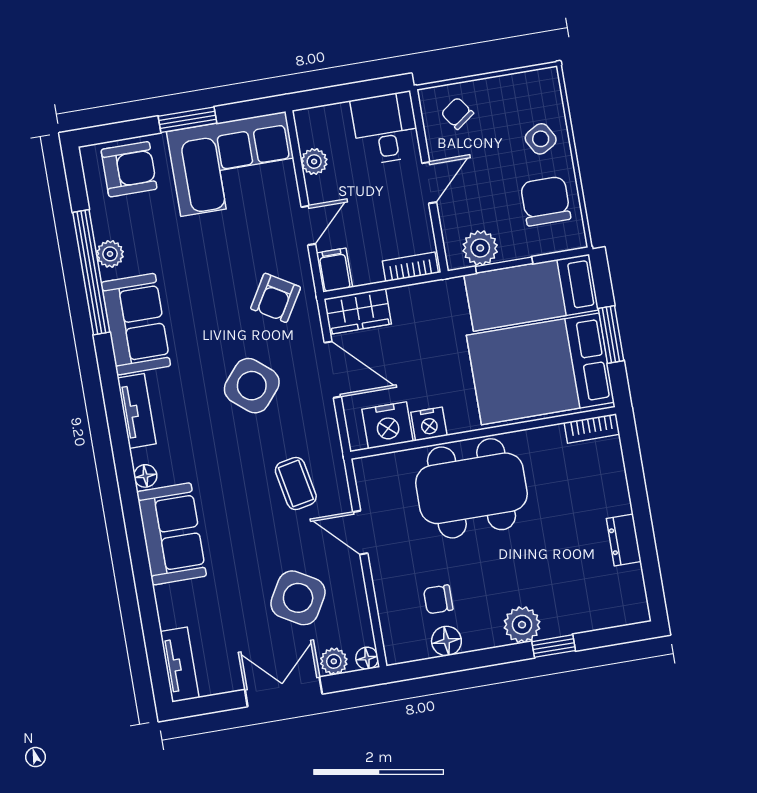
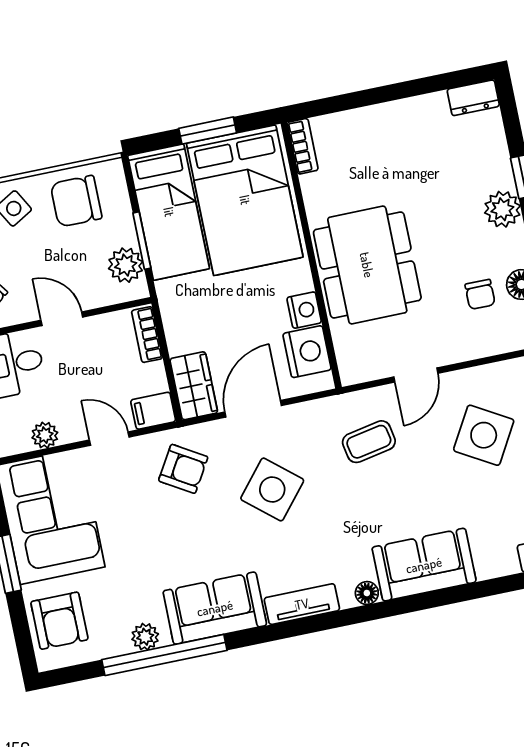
armchair: (129, 169) -> (59, 621), turned 180
dresser: (624, 540) -> (473, 98), moved

